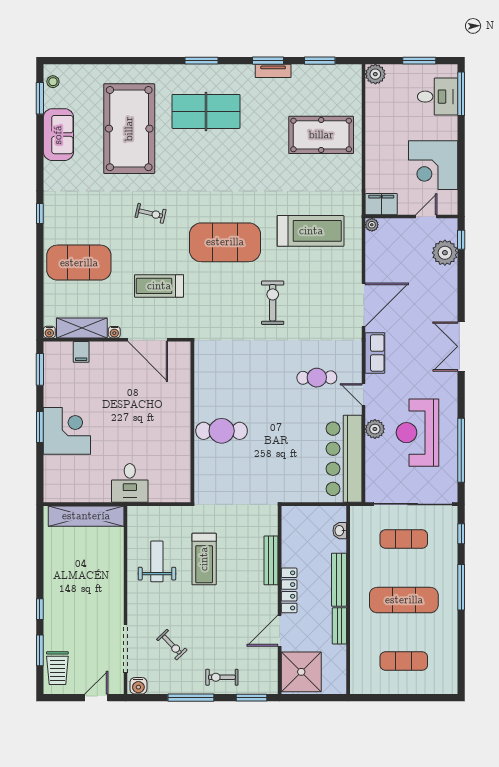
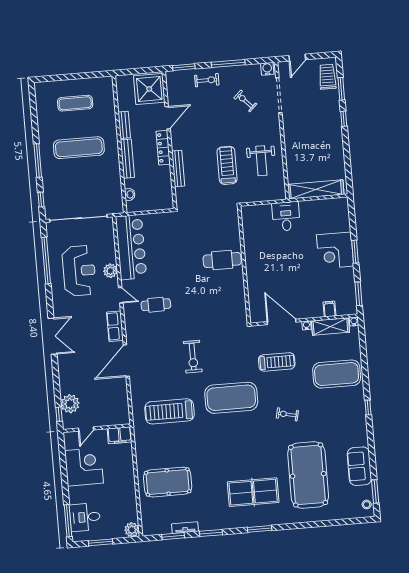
tv unit: (273, 71) -> (185, 528), moved
plant: (372, 225) -> (125, 420), removed
exercise mat: (404, 539) -> (83, 192), removed

